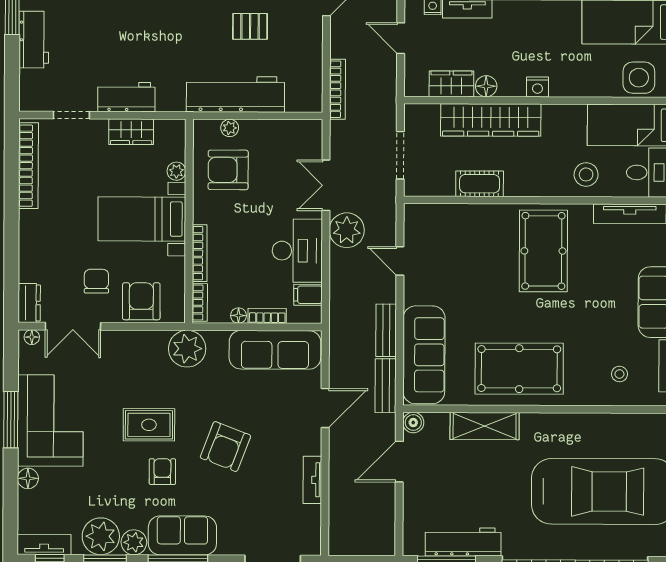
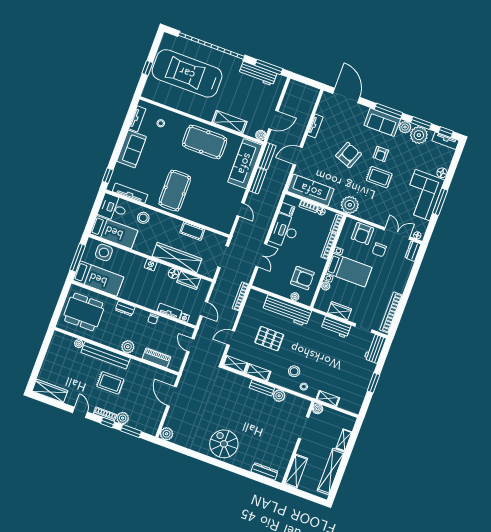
pallet: (250, 26) -> (269, 339), width x1.50, depth x1.42
workbench: (34, 40) -> (375, 348), moved
plant: (347, 230) -> (259, 232), removed

